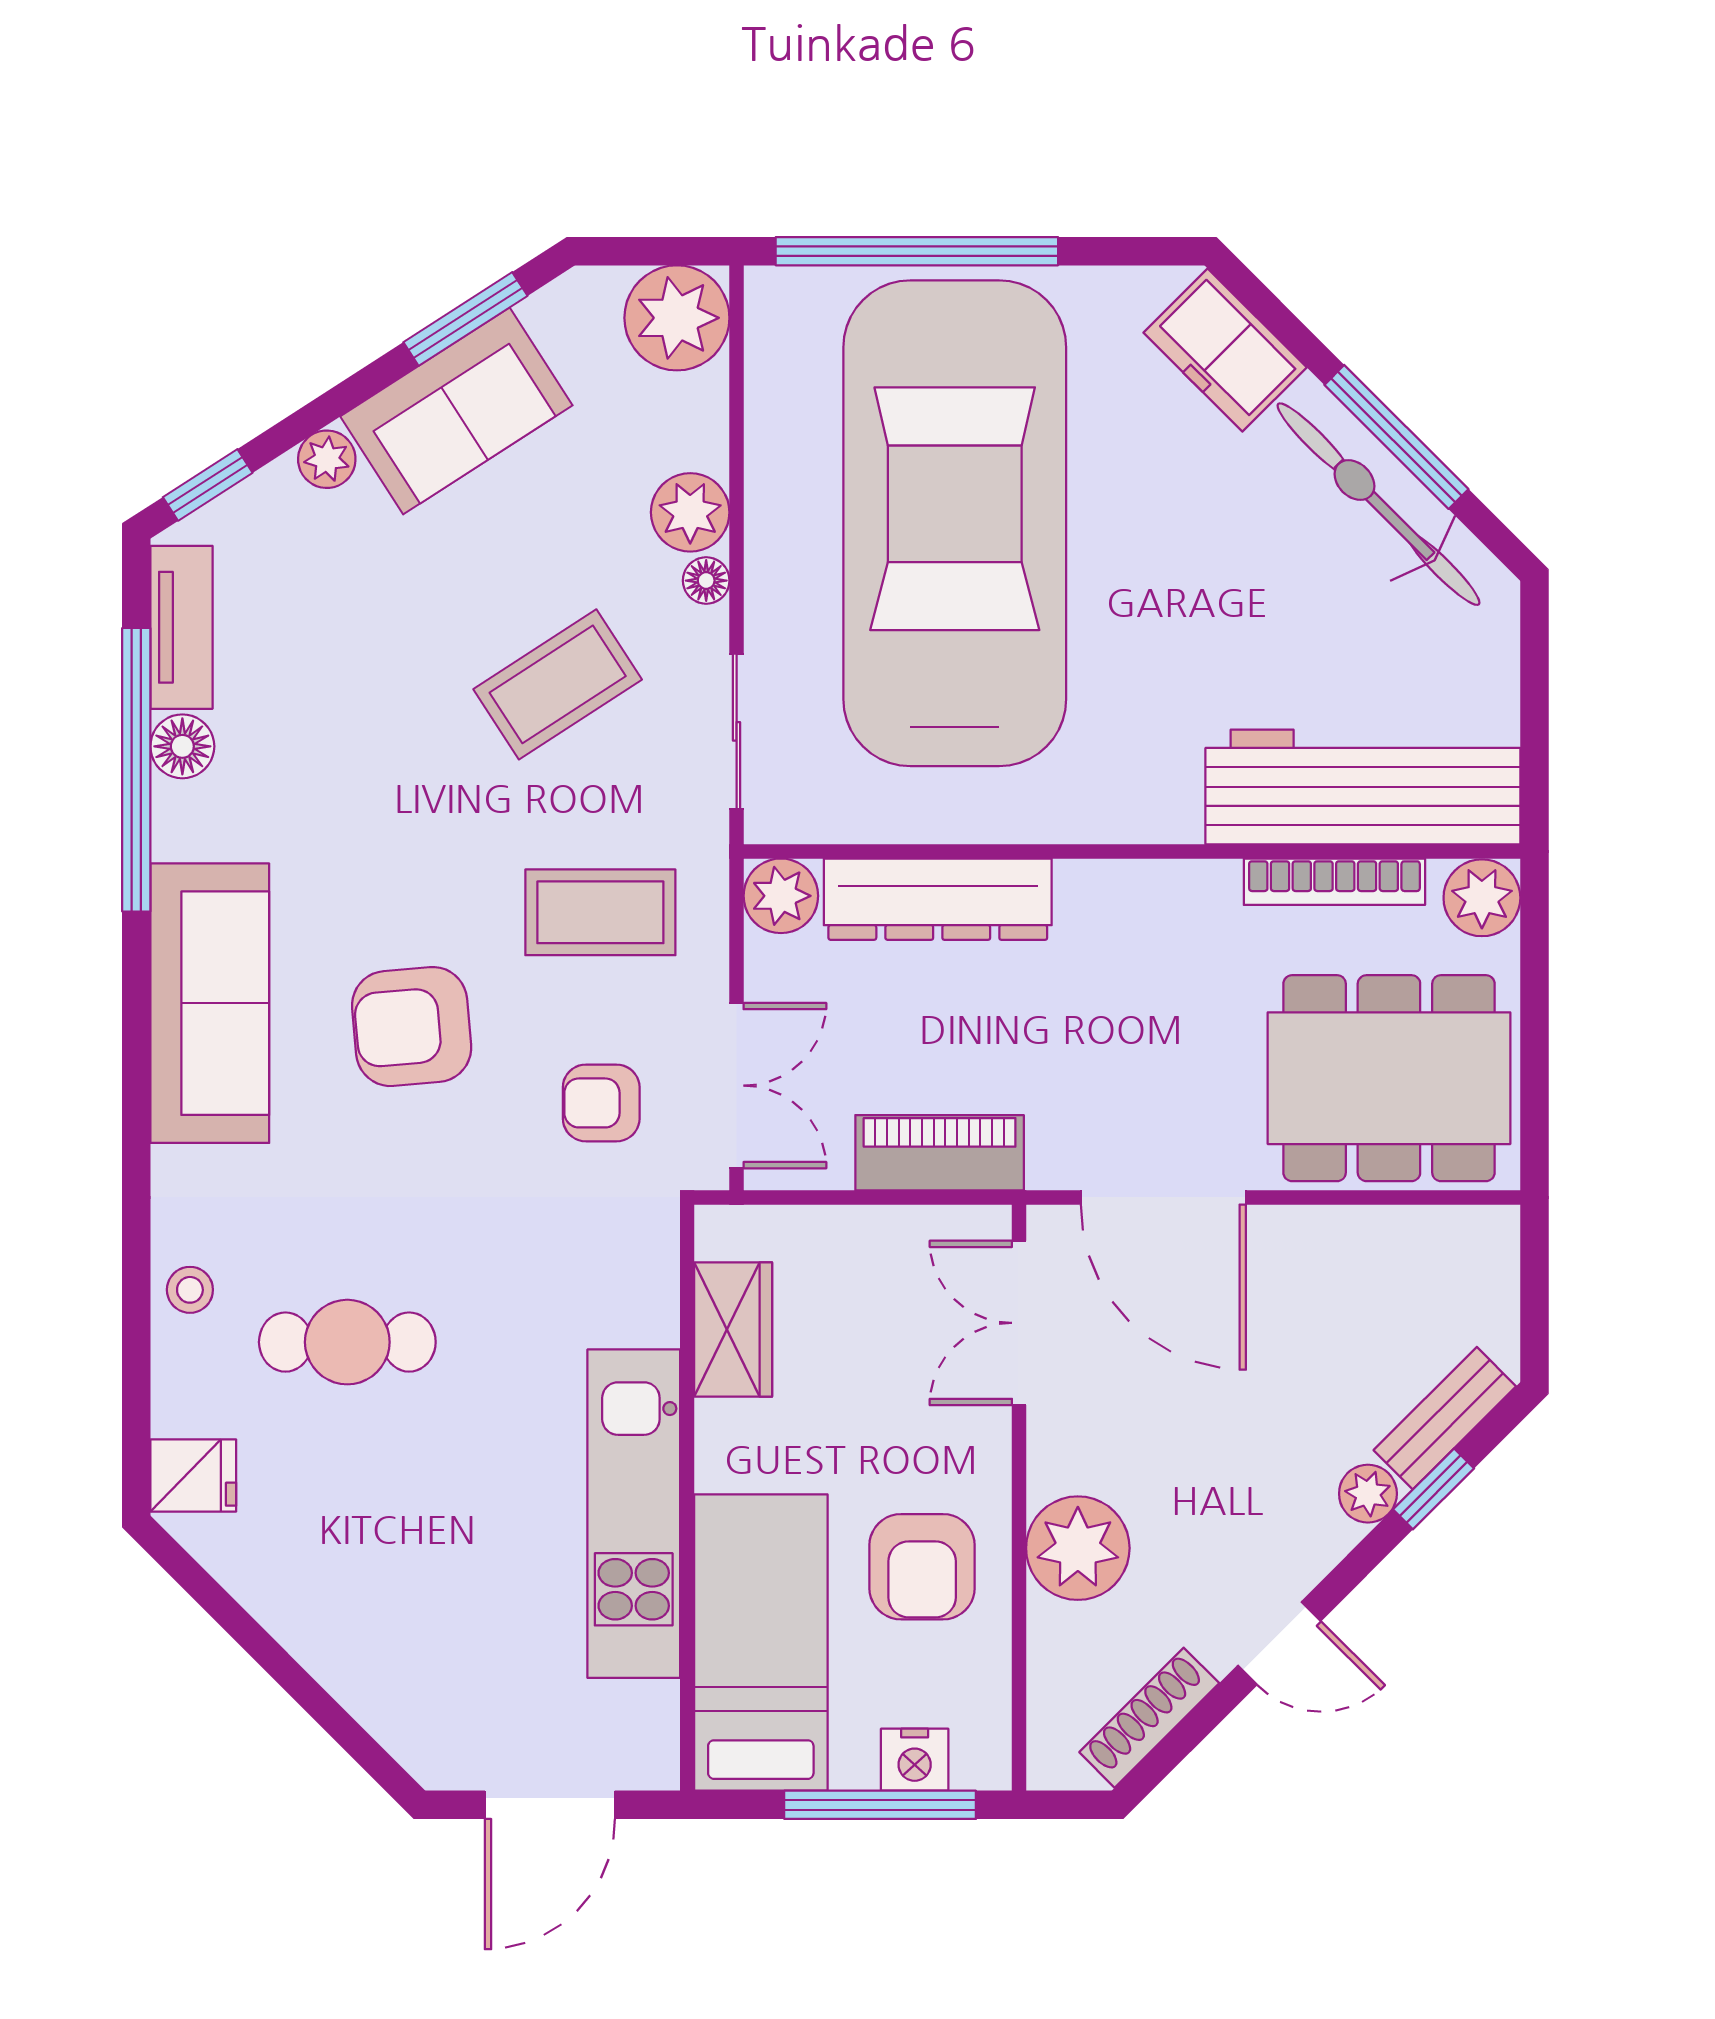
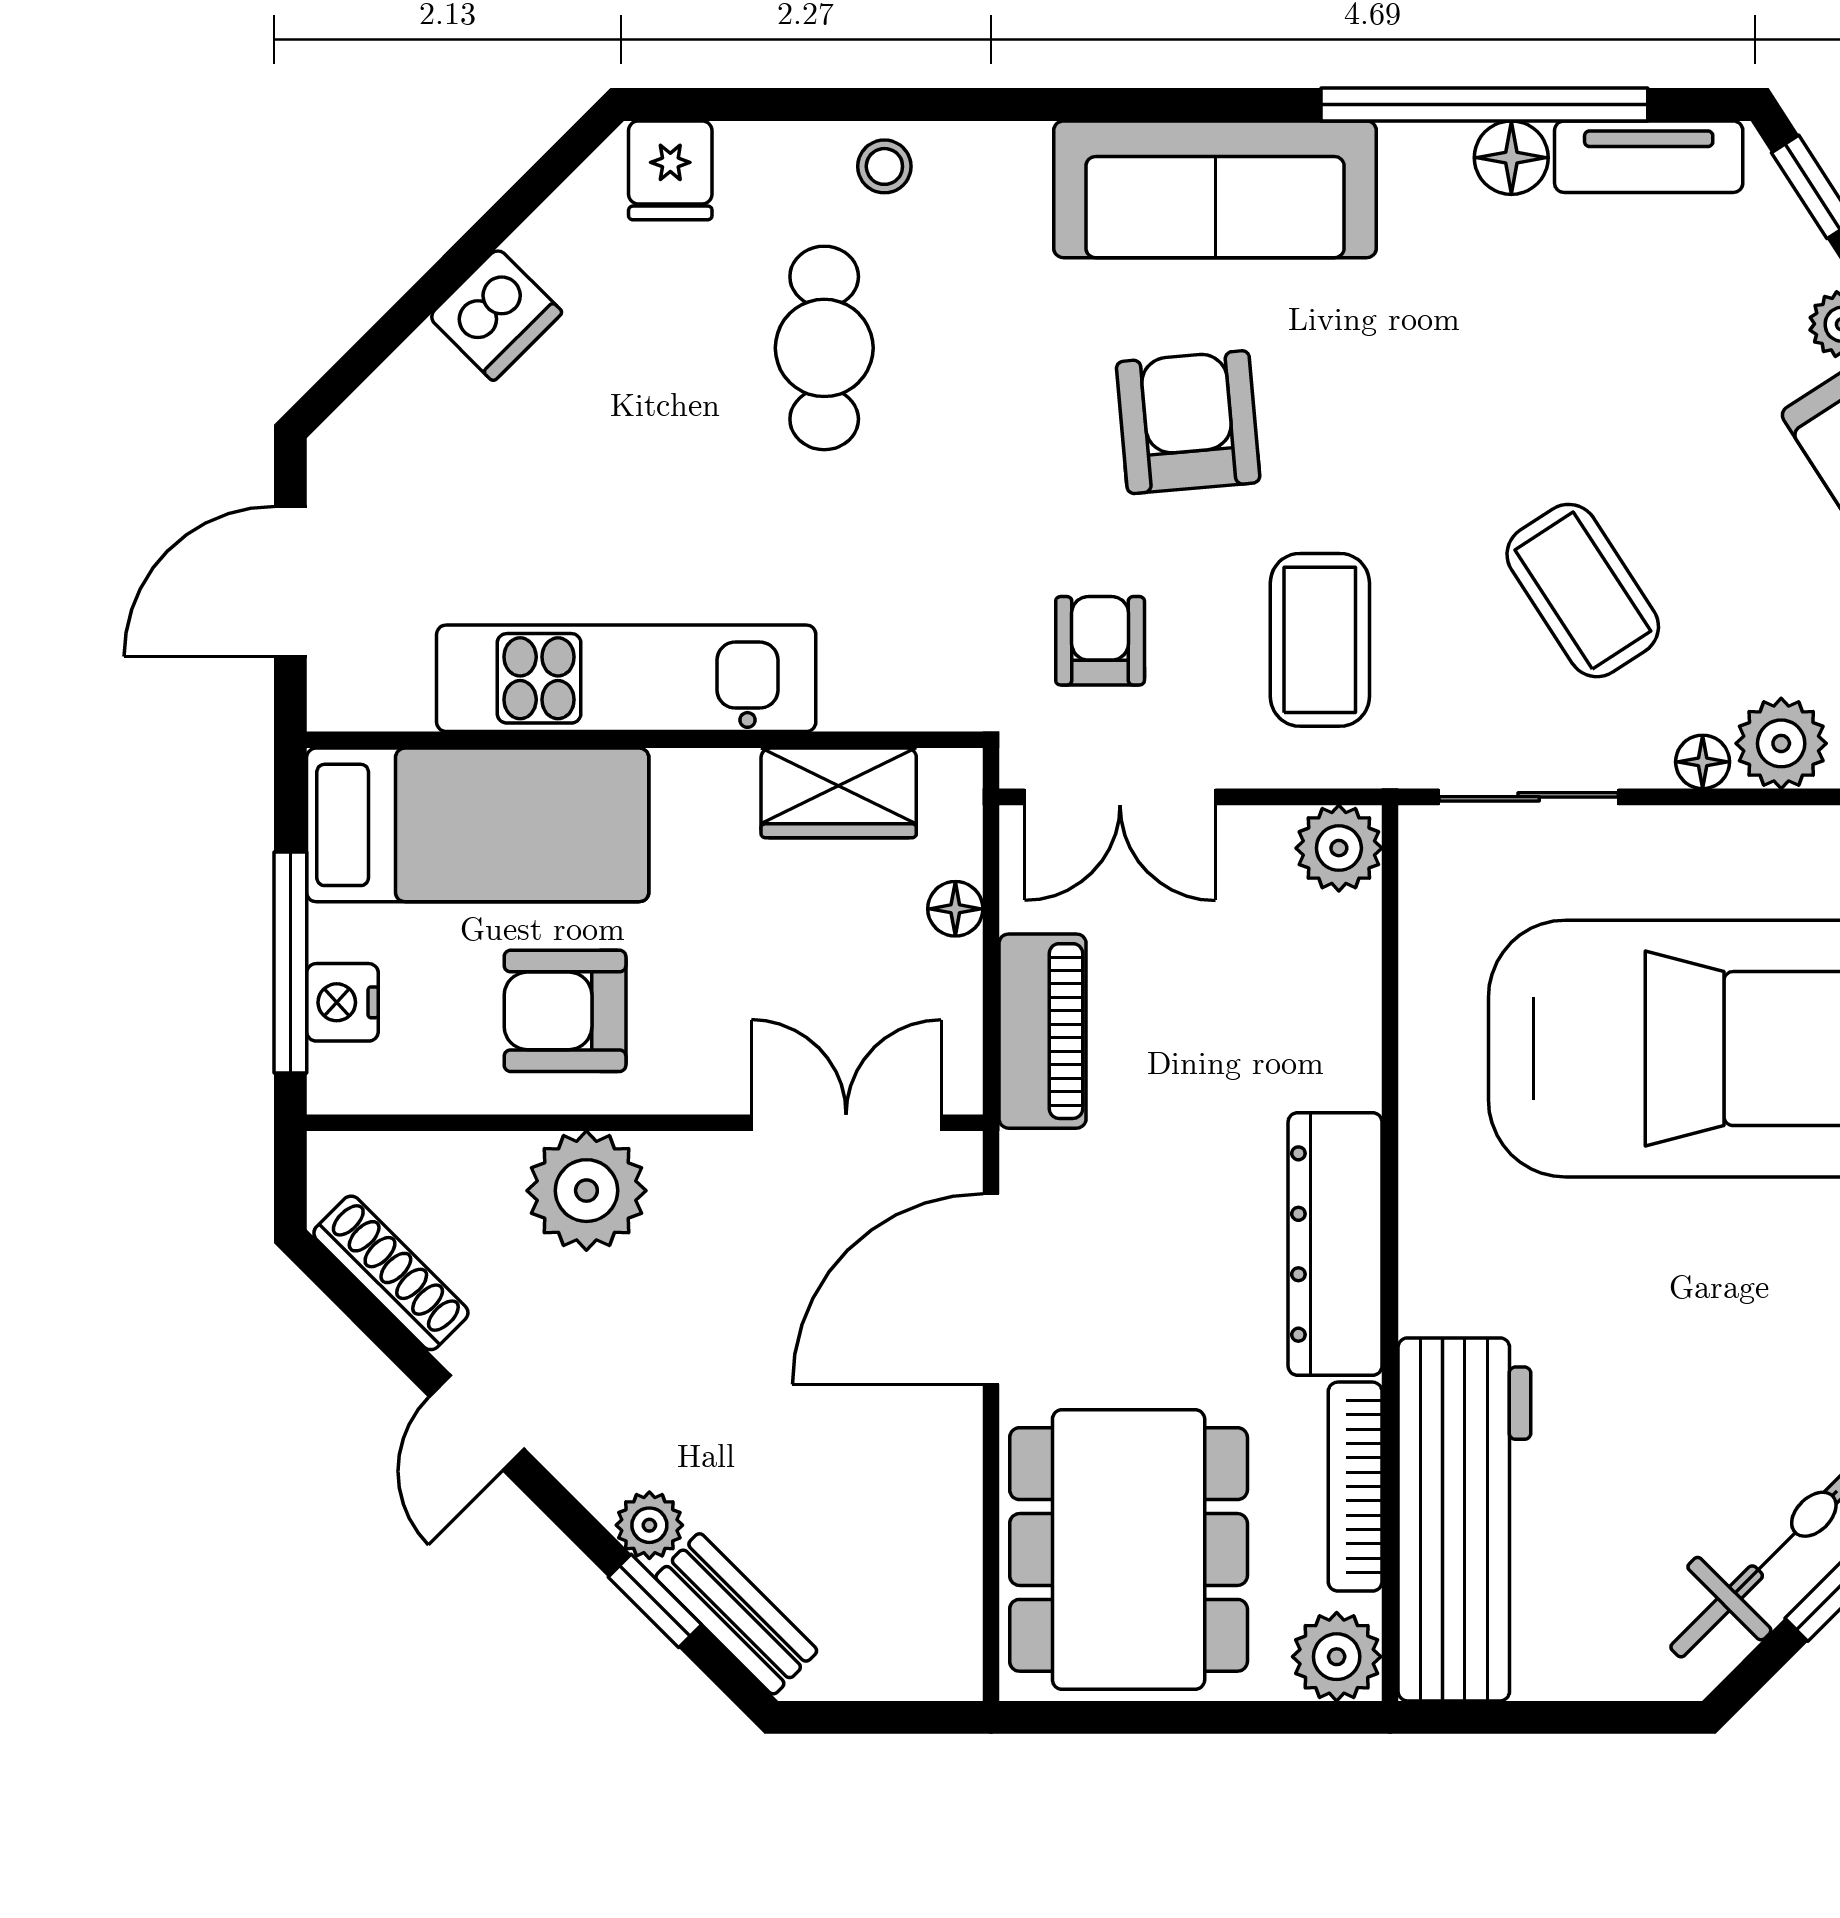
dresser: (938, 899) -> (1335, 1244), moved
floor lamp: (834, 1228) -> (955, 909), added
dishwasher: (318, 1627) -> (496, 315), added
door: (550, 1805) -> (290, 582), hinge flipped

